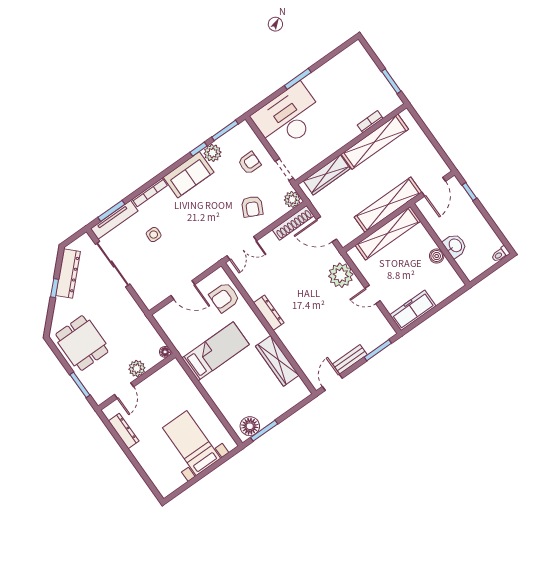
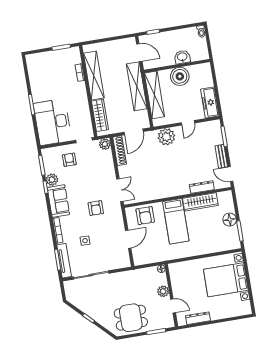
armchair: (252, 207) -> (96, 208), moved, turned 64
boiler: (437, 256) -> (180, 76), width x1.86, depth x1.86
dresser: (68, 273) -> (84, 305), removed
dresser: (269, 313) -> (202, 187), moved
bed: (216, 351) -> (176, 221), moved, turned 180
floor lamp: (250, 426) -> (230, 220), moved
bed with nightstands: (192, 443) -> (226, 280), width x1.36

